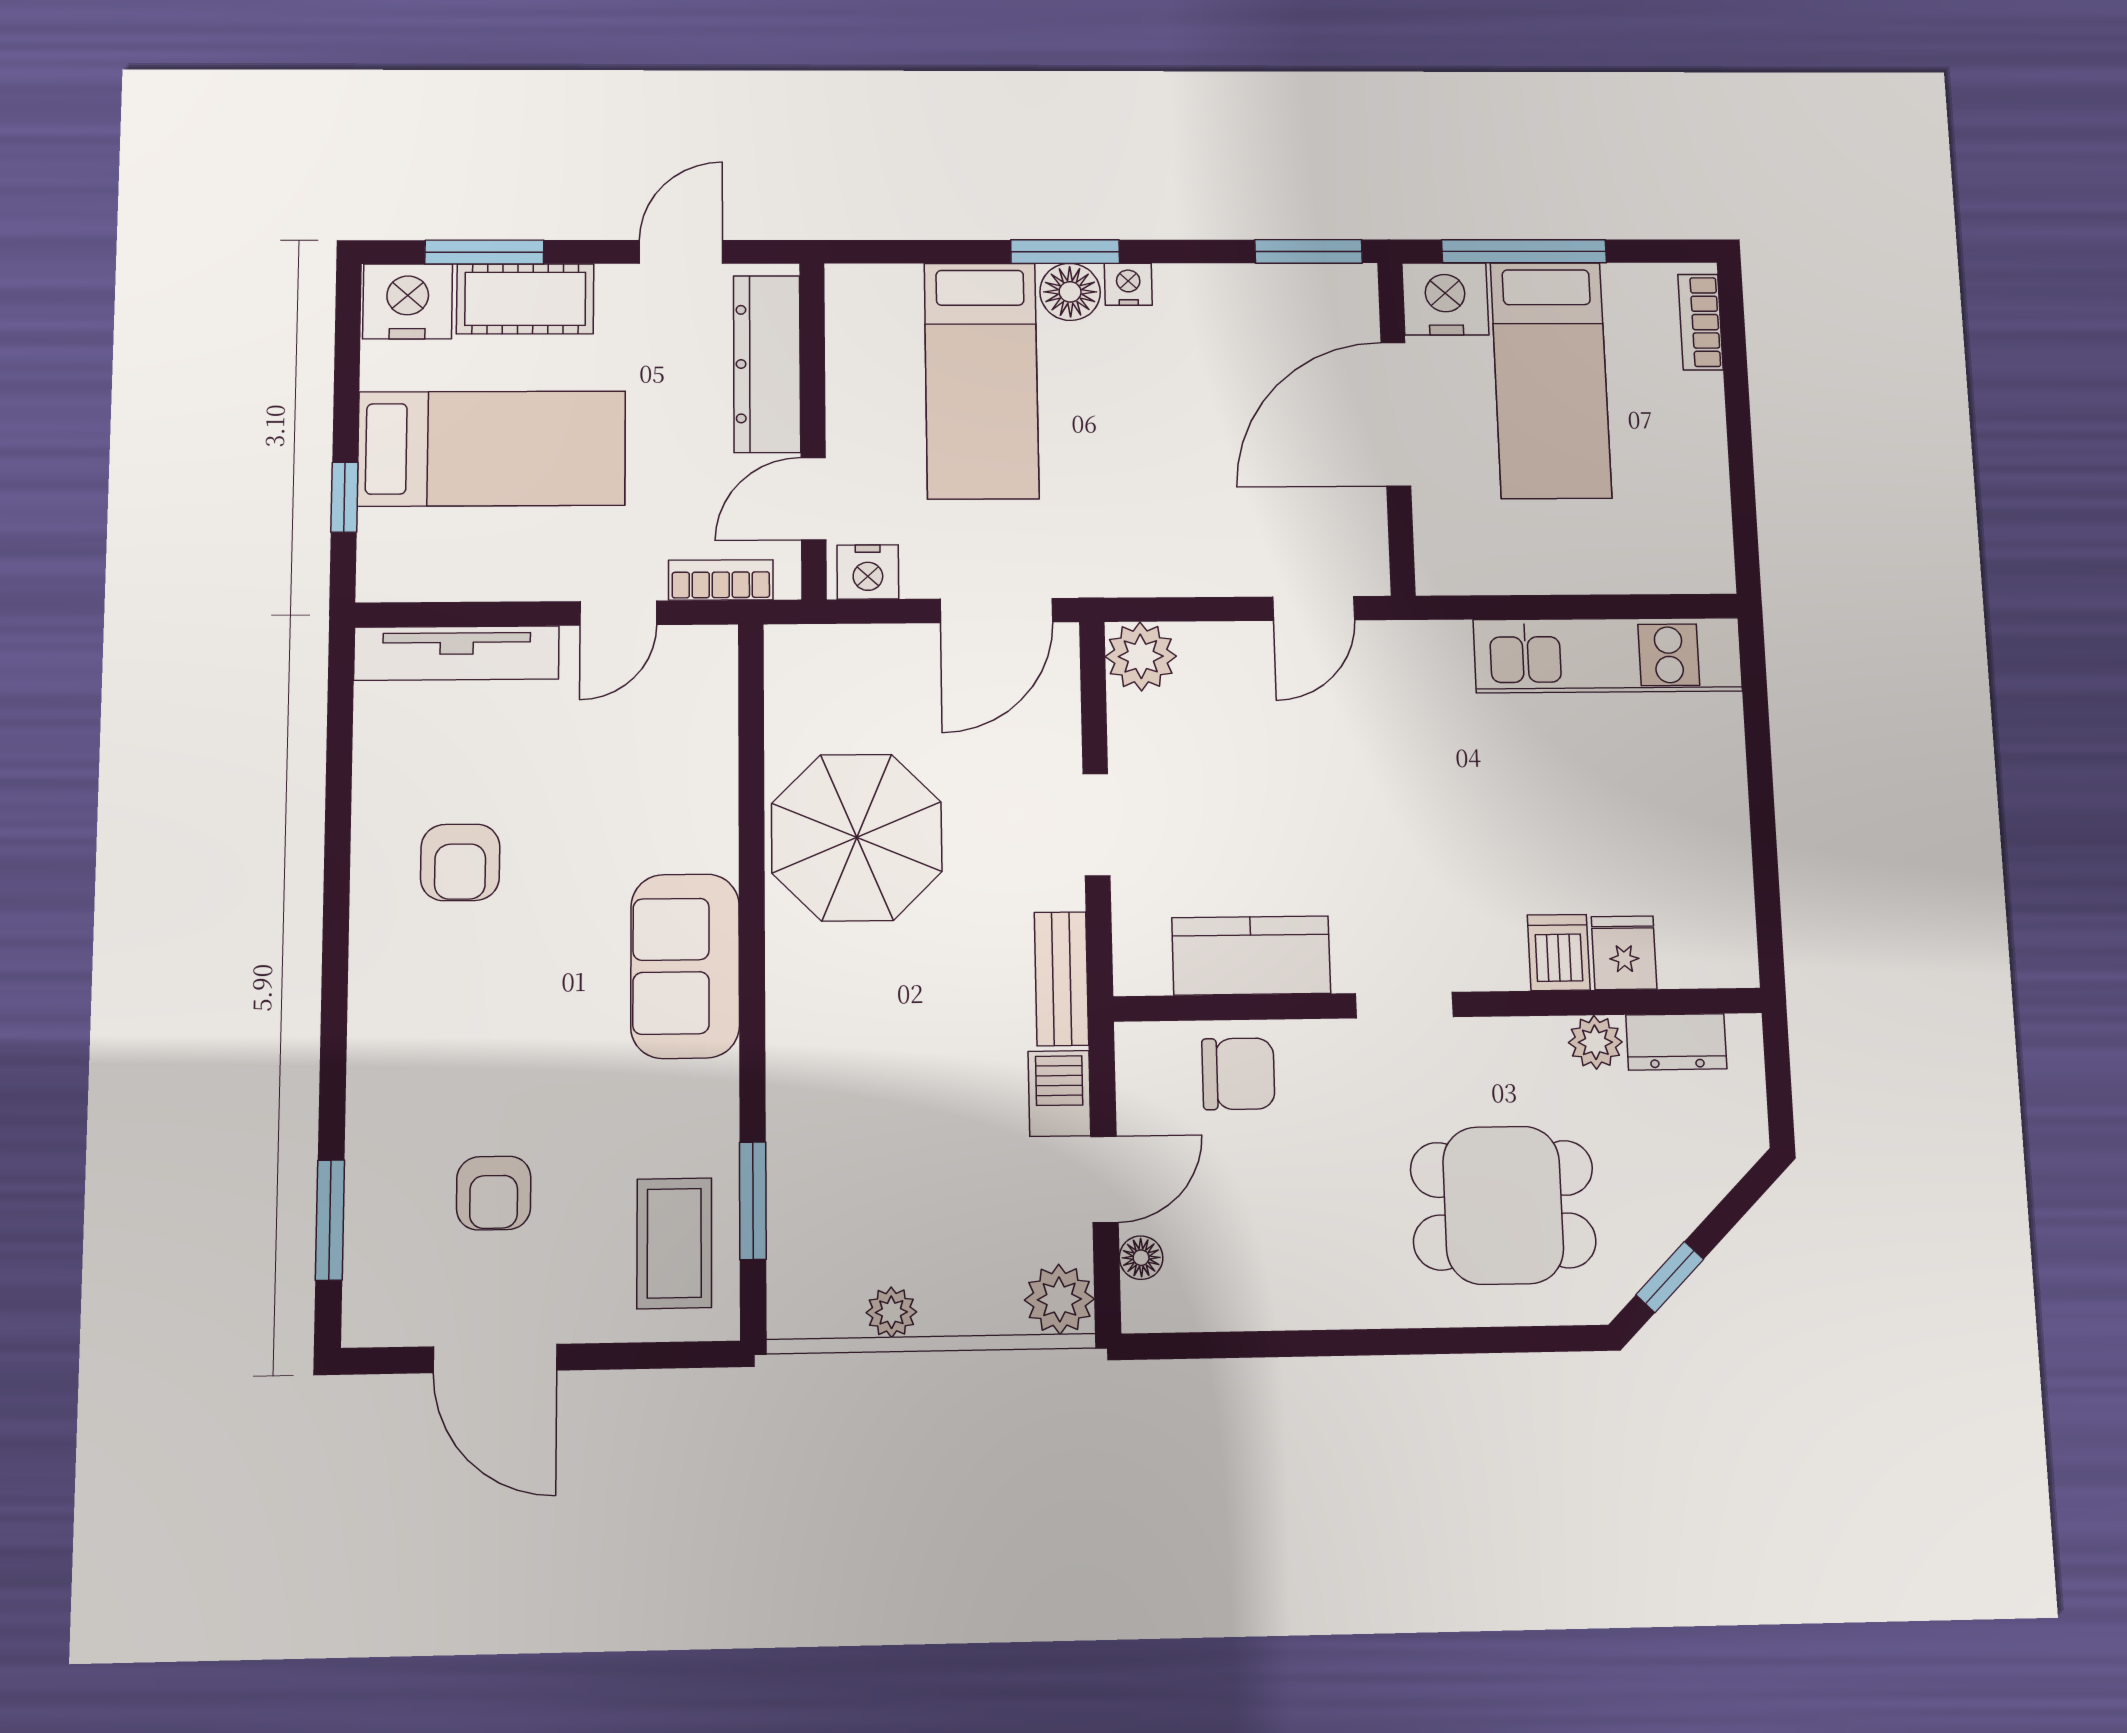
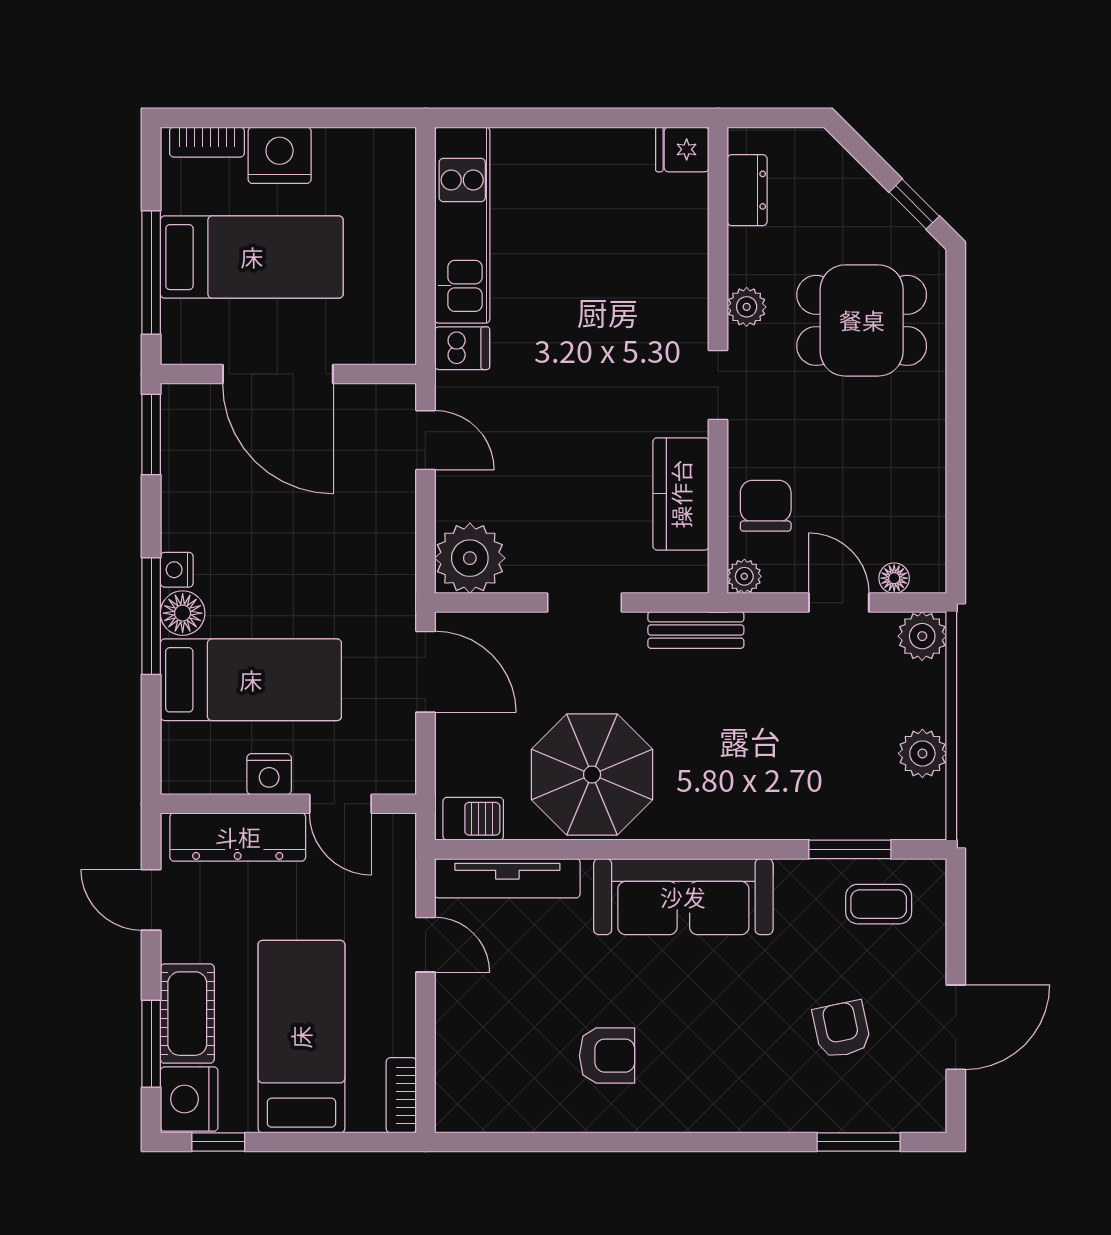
window: (1065, 252) -> (151, 616), width x1.44
nightstand: (1445, 299) -> (280, 155), moved, turned 90
window: (344, 497) -> (218, 1142), moved
nightstand: (868, 572) -> (269, 774), moved, turned 90
bookcase: (721, 580) -> (401, 1095), moved
tv unit: (457, 653) -> (507, 878), moved, turned 90
plant: (1141, 656) -> (470, 558), width x1.36, depth x1.36
dishwasher: (1559, 952) -> (462, 348), moved, turned 180
fridge: (1624, 953) -> (682, 149), moved
sofa: (685, 966) -> (683, 897), width x1.36
plant: (1595, 1042) -> (747, 307), moved
plant: (1138, 1045) -> (744, 576), added
barbecue: (1059, 1093) -> (473, 819), moved, turned 180
armchair: (494, 1193) -> (842, 1029), turned -102
dining table: (1503, 1205) -> (862, 320), turned 90
coffee table: (674, 1243) -> (879, 904), width x0.73, depth x0.77
plant: (891, 1312) -> (922, 753), width x1.38, depth x1.38

